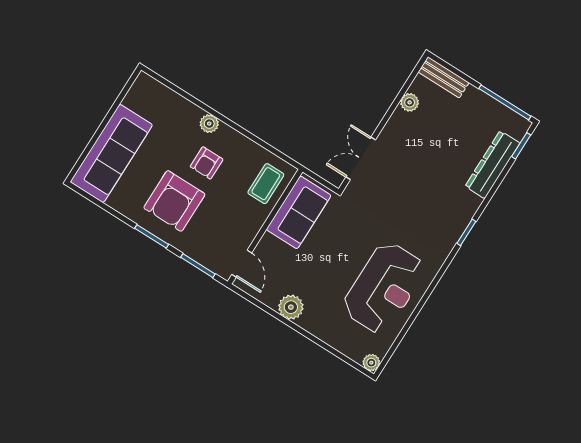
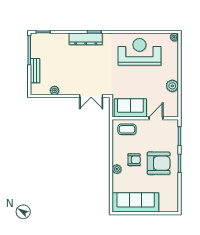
bench: (444, 77) -> (35, 71), moved
sofa: (111, 153) -> (136, 202), moved
dresser: (492, 165) -> (86, 39), moved
door: (242, 264) -> (156, 118), moved

